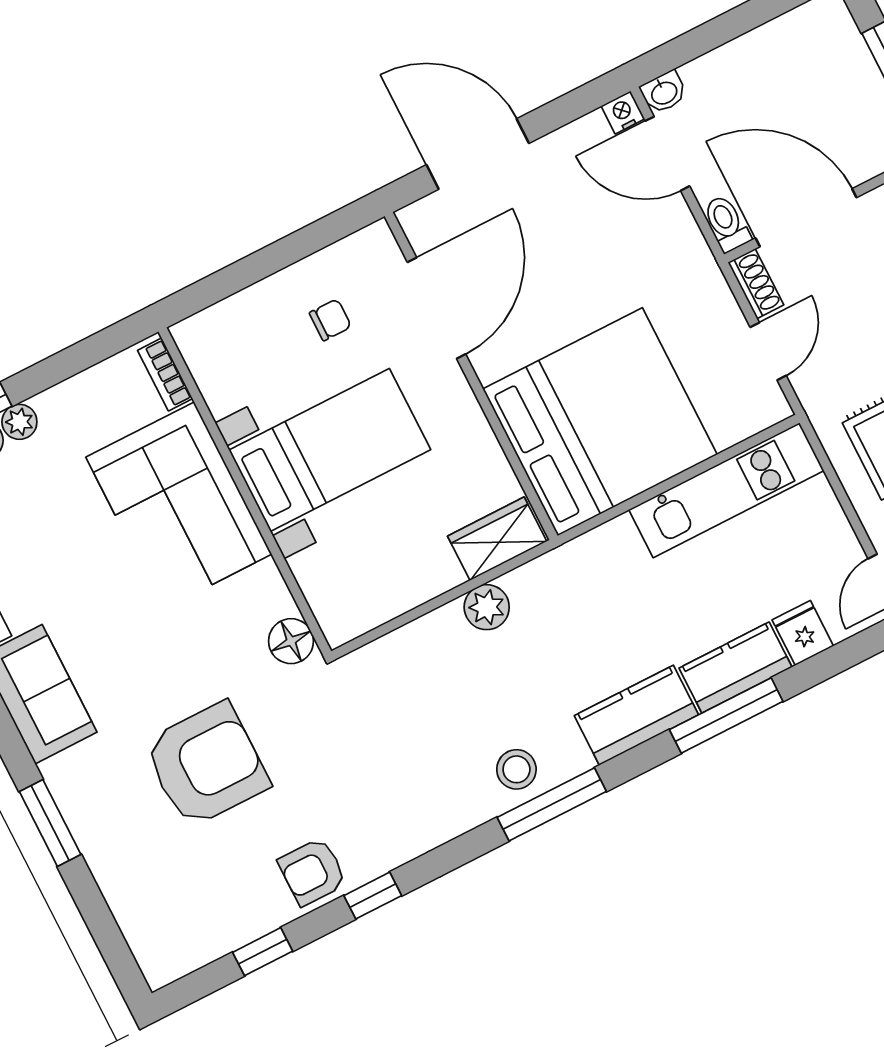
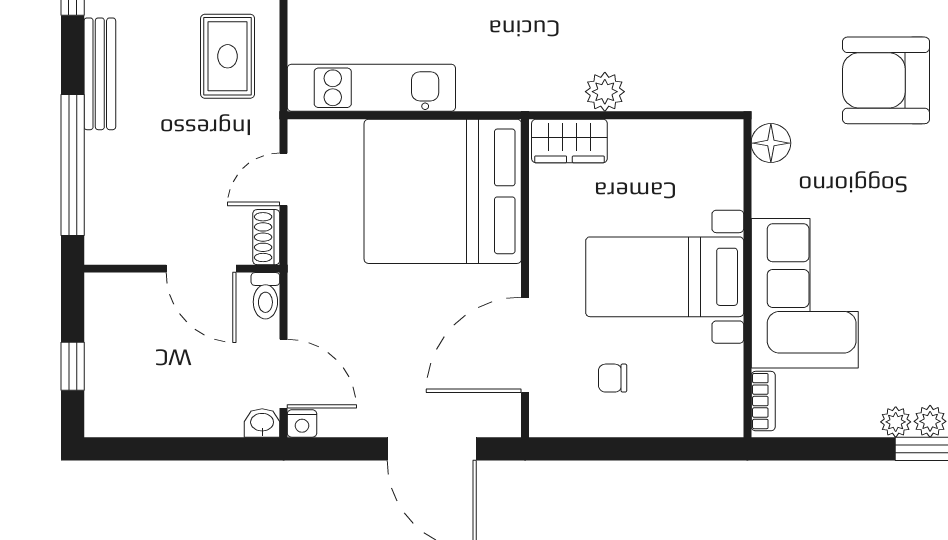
door: (806, 218) -> (201, 269), width x0.73

